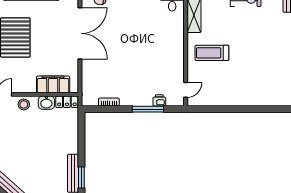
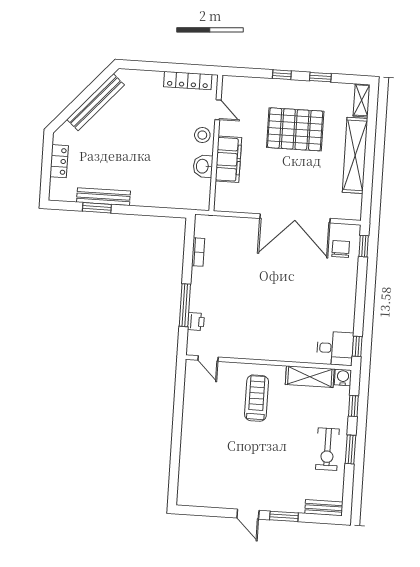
filing cabinet: (53, 84) -> (228, 159), moved
locker: (67, 102) -> (202, 195), removed

